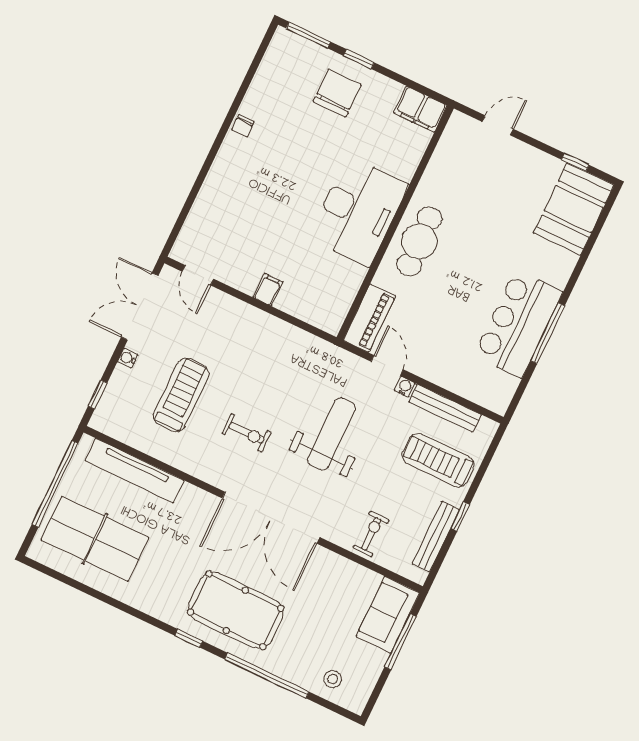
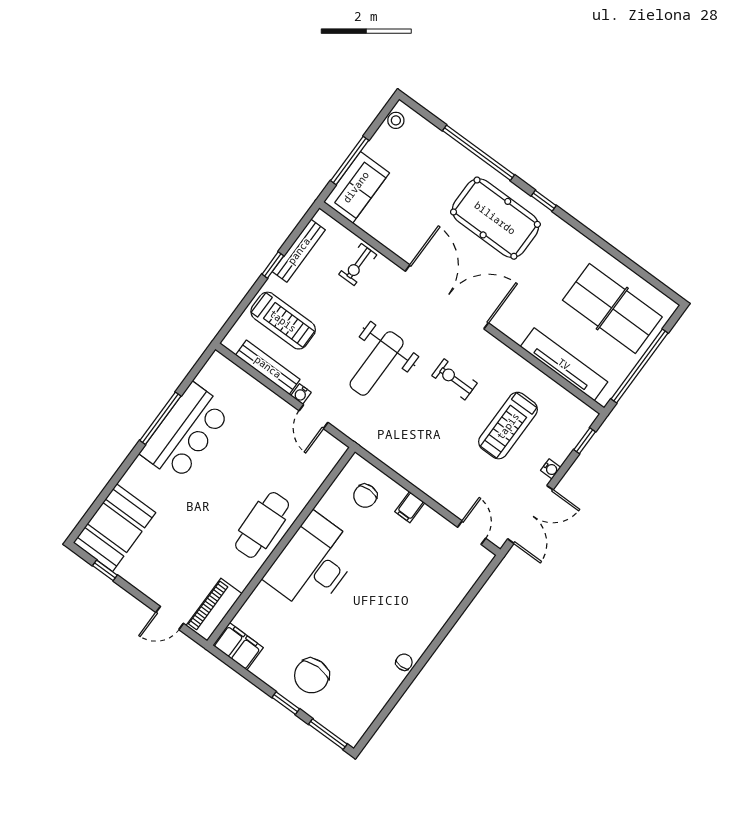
chair: (317, 293) -> (365, 496), added
piano: (369, 318) -> (214, 610), moved
stool: (333, 679) -> (396, 120), moved

